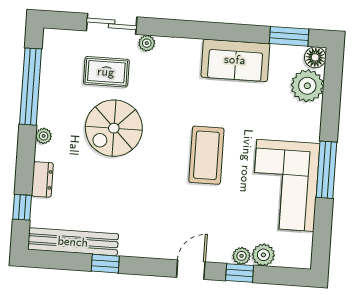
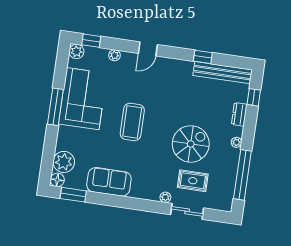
plant: (263, 255) -> (76, 51), moved
window: (240, 273) -> (91, 41), moved

